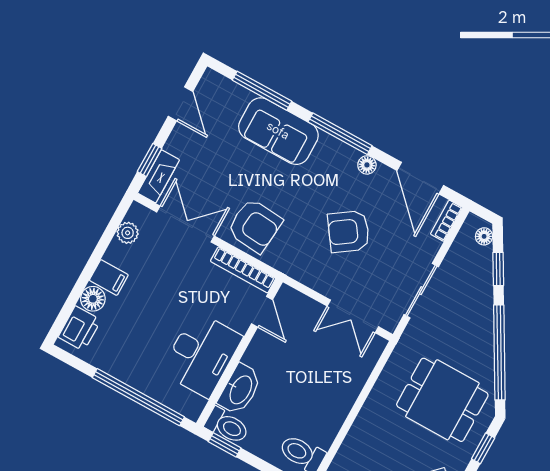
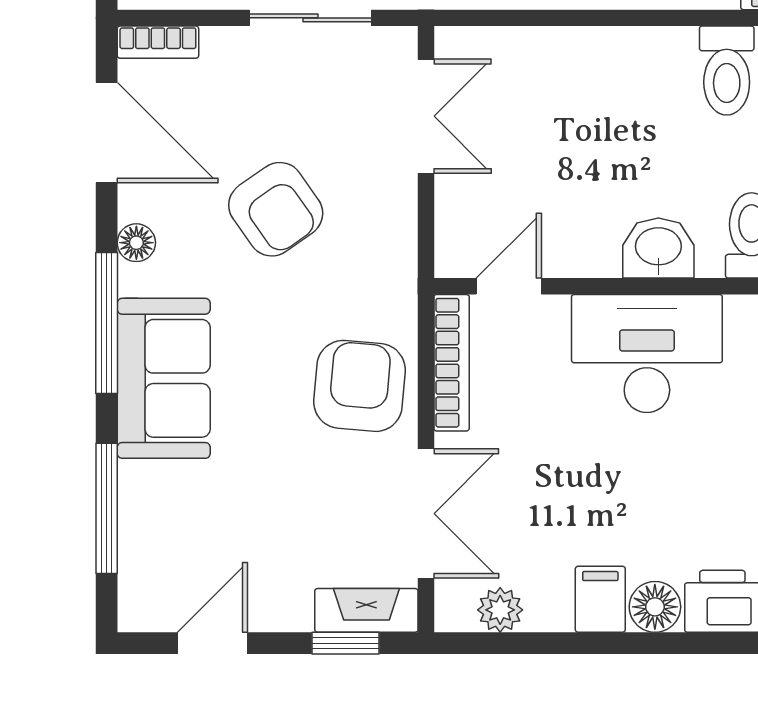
sofa: (278, 131) -> (164, 378), moved
door: (420, 178) -> (107, 133), hinge flipped
double door: (185, 224) -> (426, 514), swing flipped
washbasin: (240, 389) -> (658, 248), width x0.72

